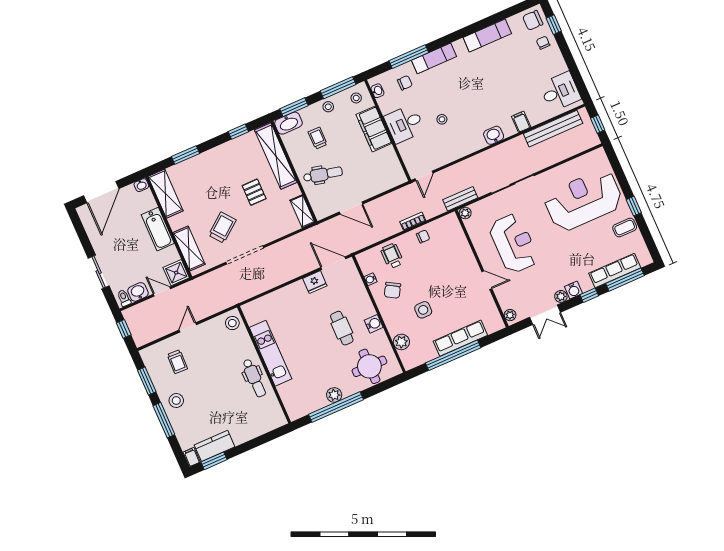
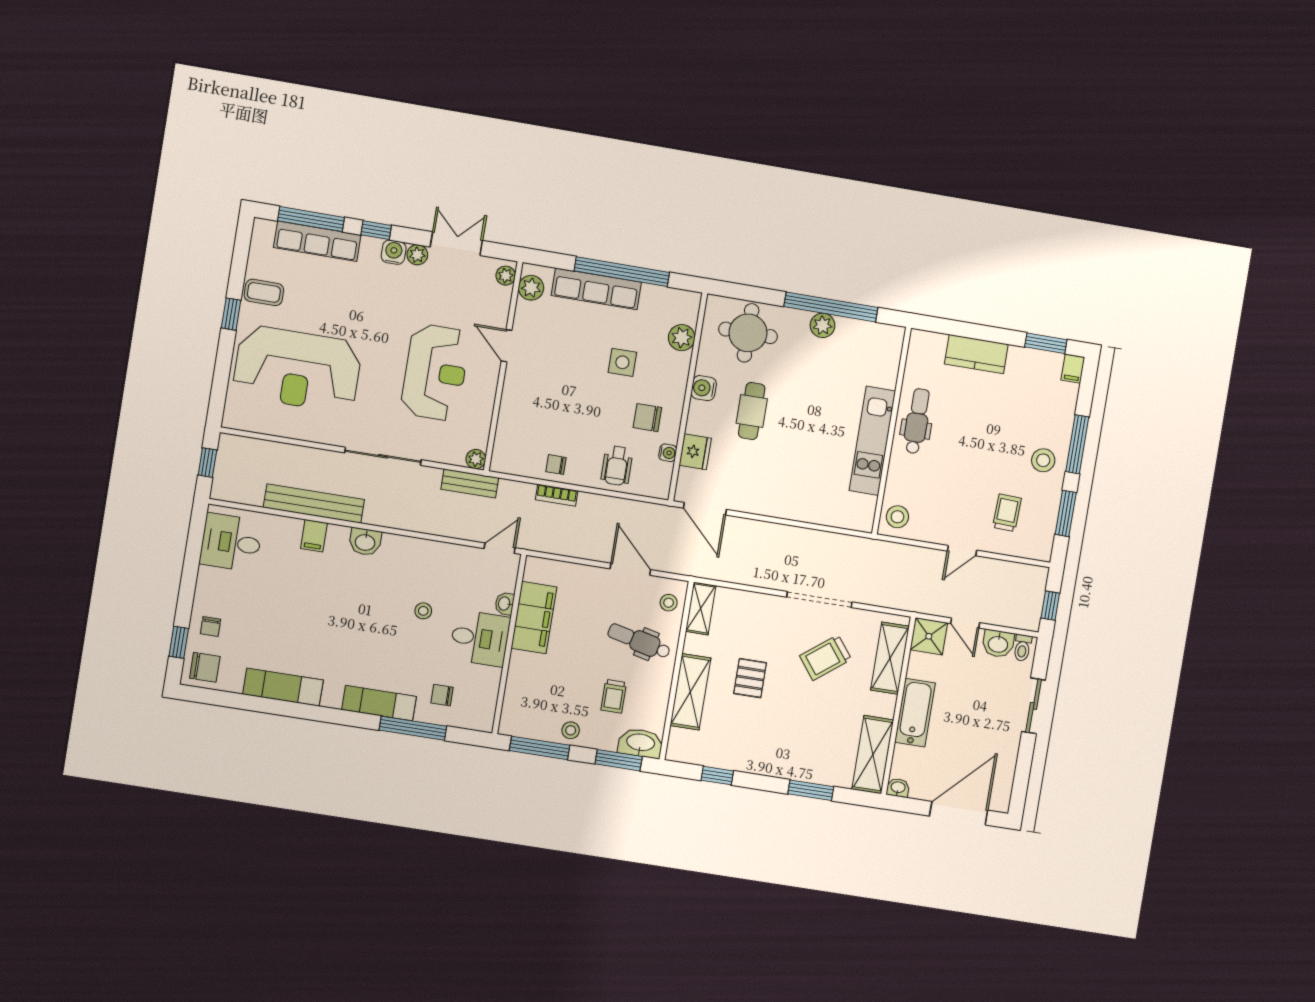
washbasin: (377, 91) -> (505, 604), moved
stool: (356, 98) -> (669, 603), moved
filing cabinet: (374, 129) -> (534, 618), moved
bench: (553, 129) -> (314, 503), moved
shelving: (276, 156) -> (690, 692), width x0.68
reception desk: (514, 243) -> (435, 372), turned 180
fridge: (315, 282) -> (695, 452), moved, turned 90
chair: (392, 290) -> (647, 418), turned -121
plant: (493, 317) -> (531, 288), added
kitchen counter: (215, 446) -> (976, 354), moved

